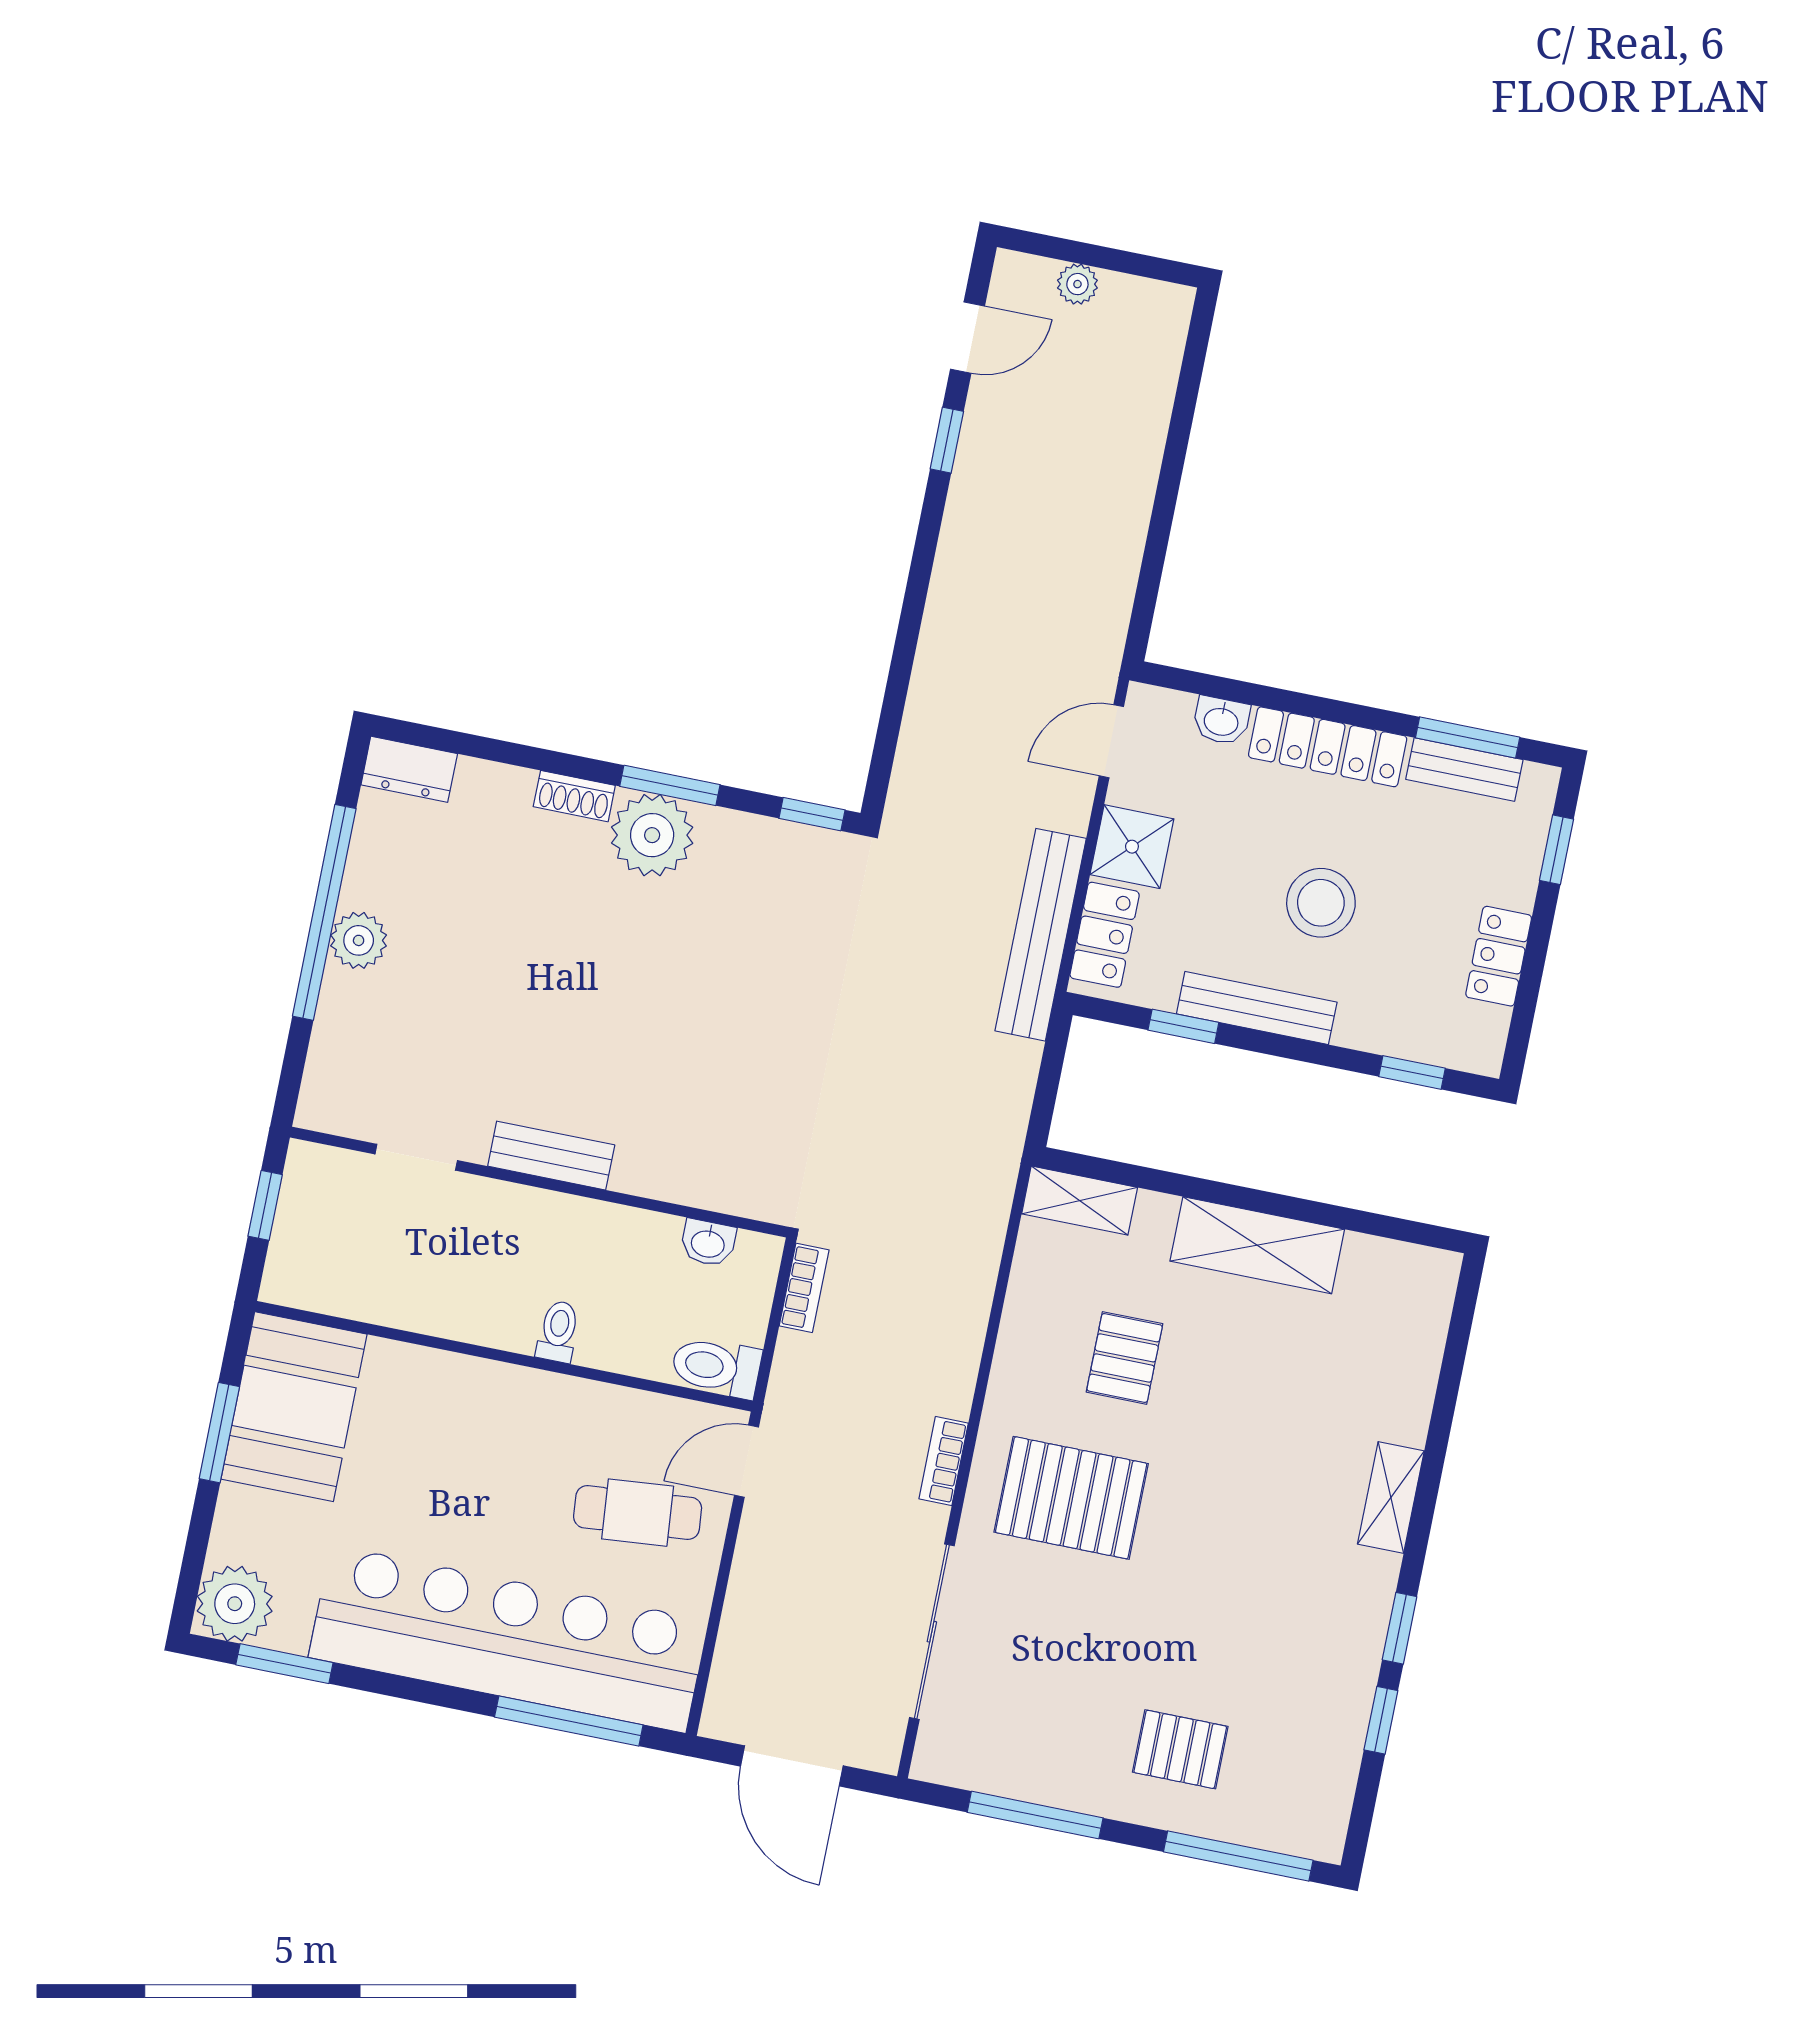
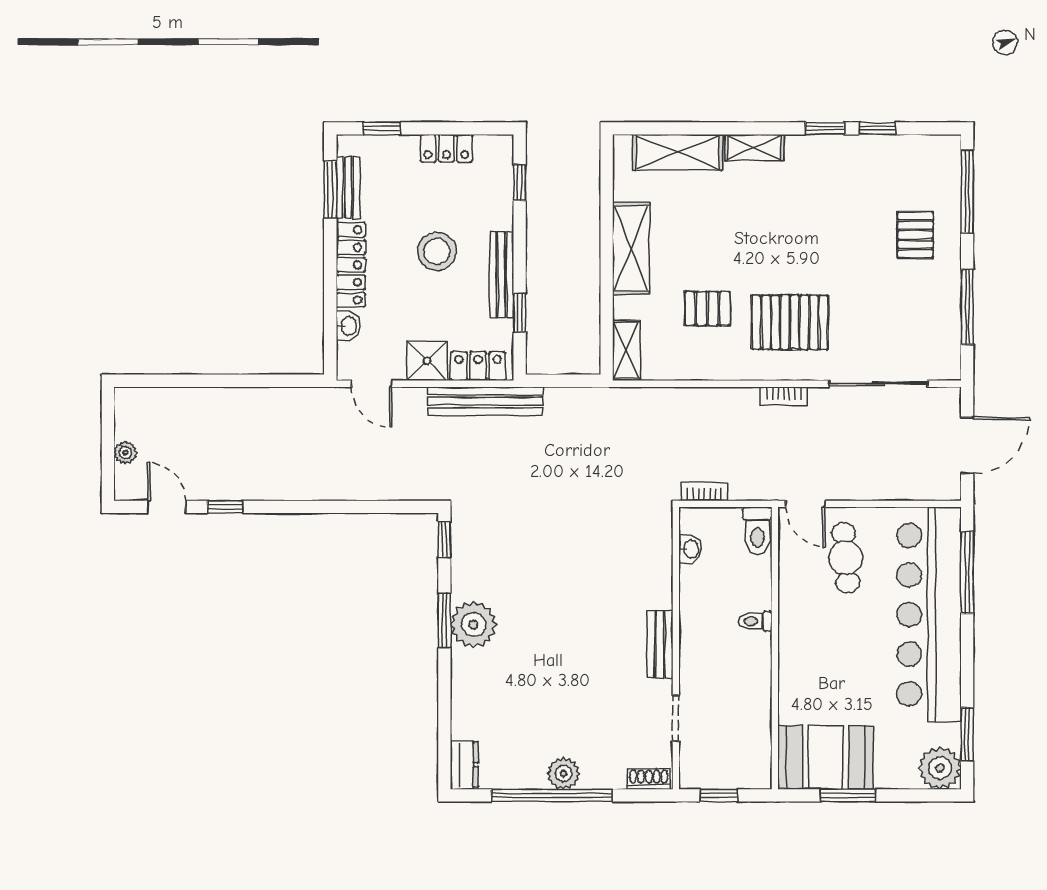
shoe rack: (574, 796) -> (649, 779), moved, turned -90
shelving: (1409, 1361) -> (678, 152), added
pallet: (1071, 1498) -> (790, 322), turned 90

